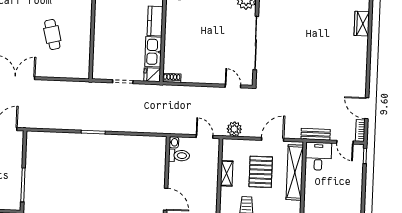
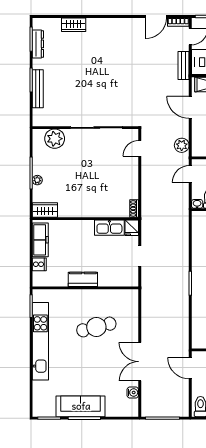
kitchen counter: (155, 21) -> (83, 279), moved, turned 180
cafe table: (52, 34) -> (96, 327), width x1.37, depth x1.35

